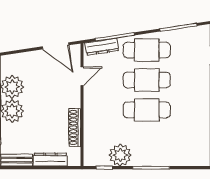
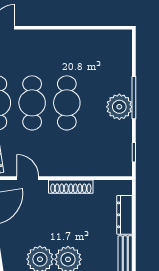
shoe rack: (75, 127) -> (71, 187), moved
plant: (120, 155) -> (119, 107), moved

